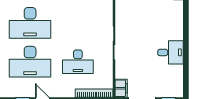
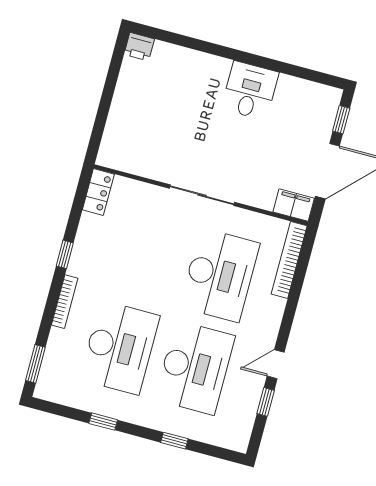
desk: (78, 62) -> (220, 275), width x1.36, depth x1.30

